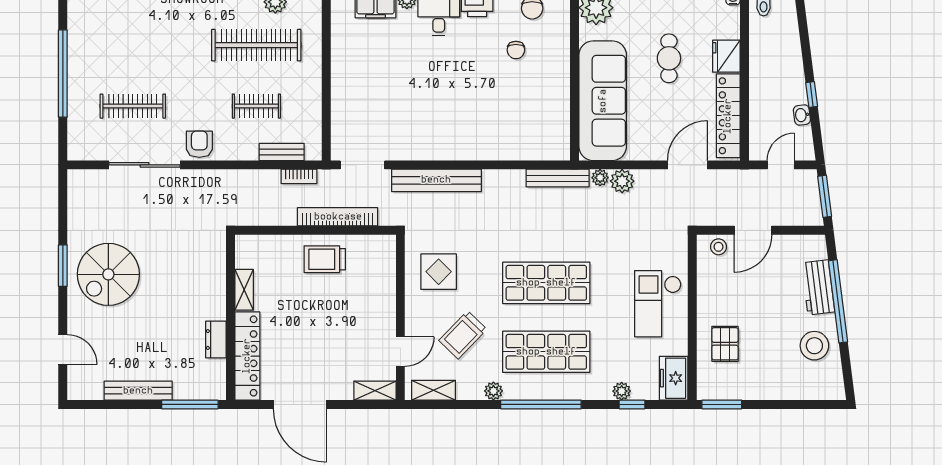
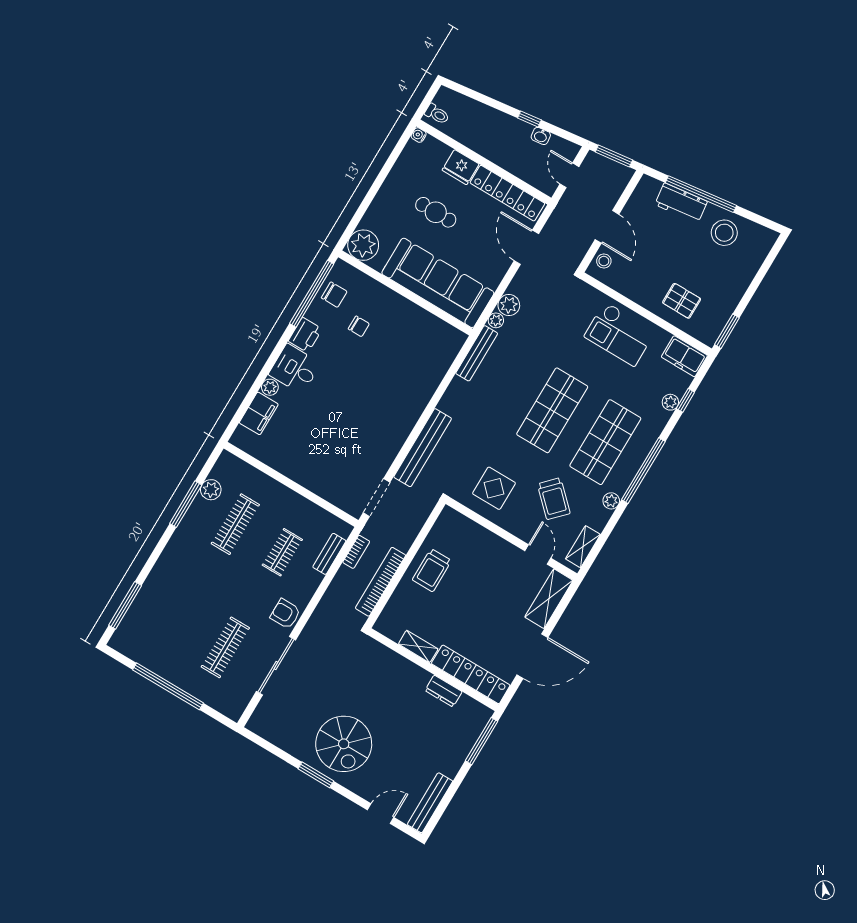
clothes rail: (256, 45) -> (235, 524), width x0.73, depth x0.76
bookcase: (338, 217) -> (380, 582), moved
bench: (138, 391) -> (430, 803), moved
shelving: (375, 391) -> (549, 599), width x1.50, depth x1.33

